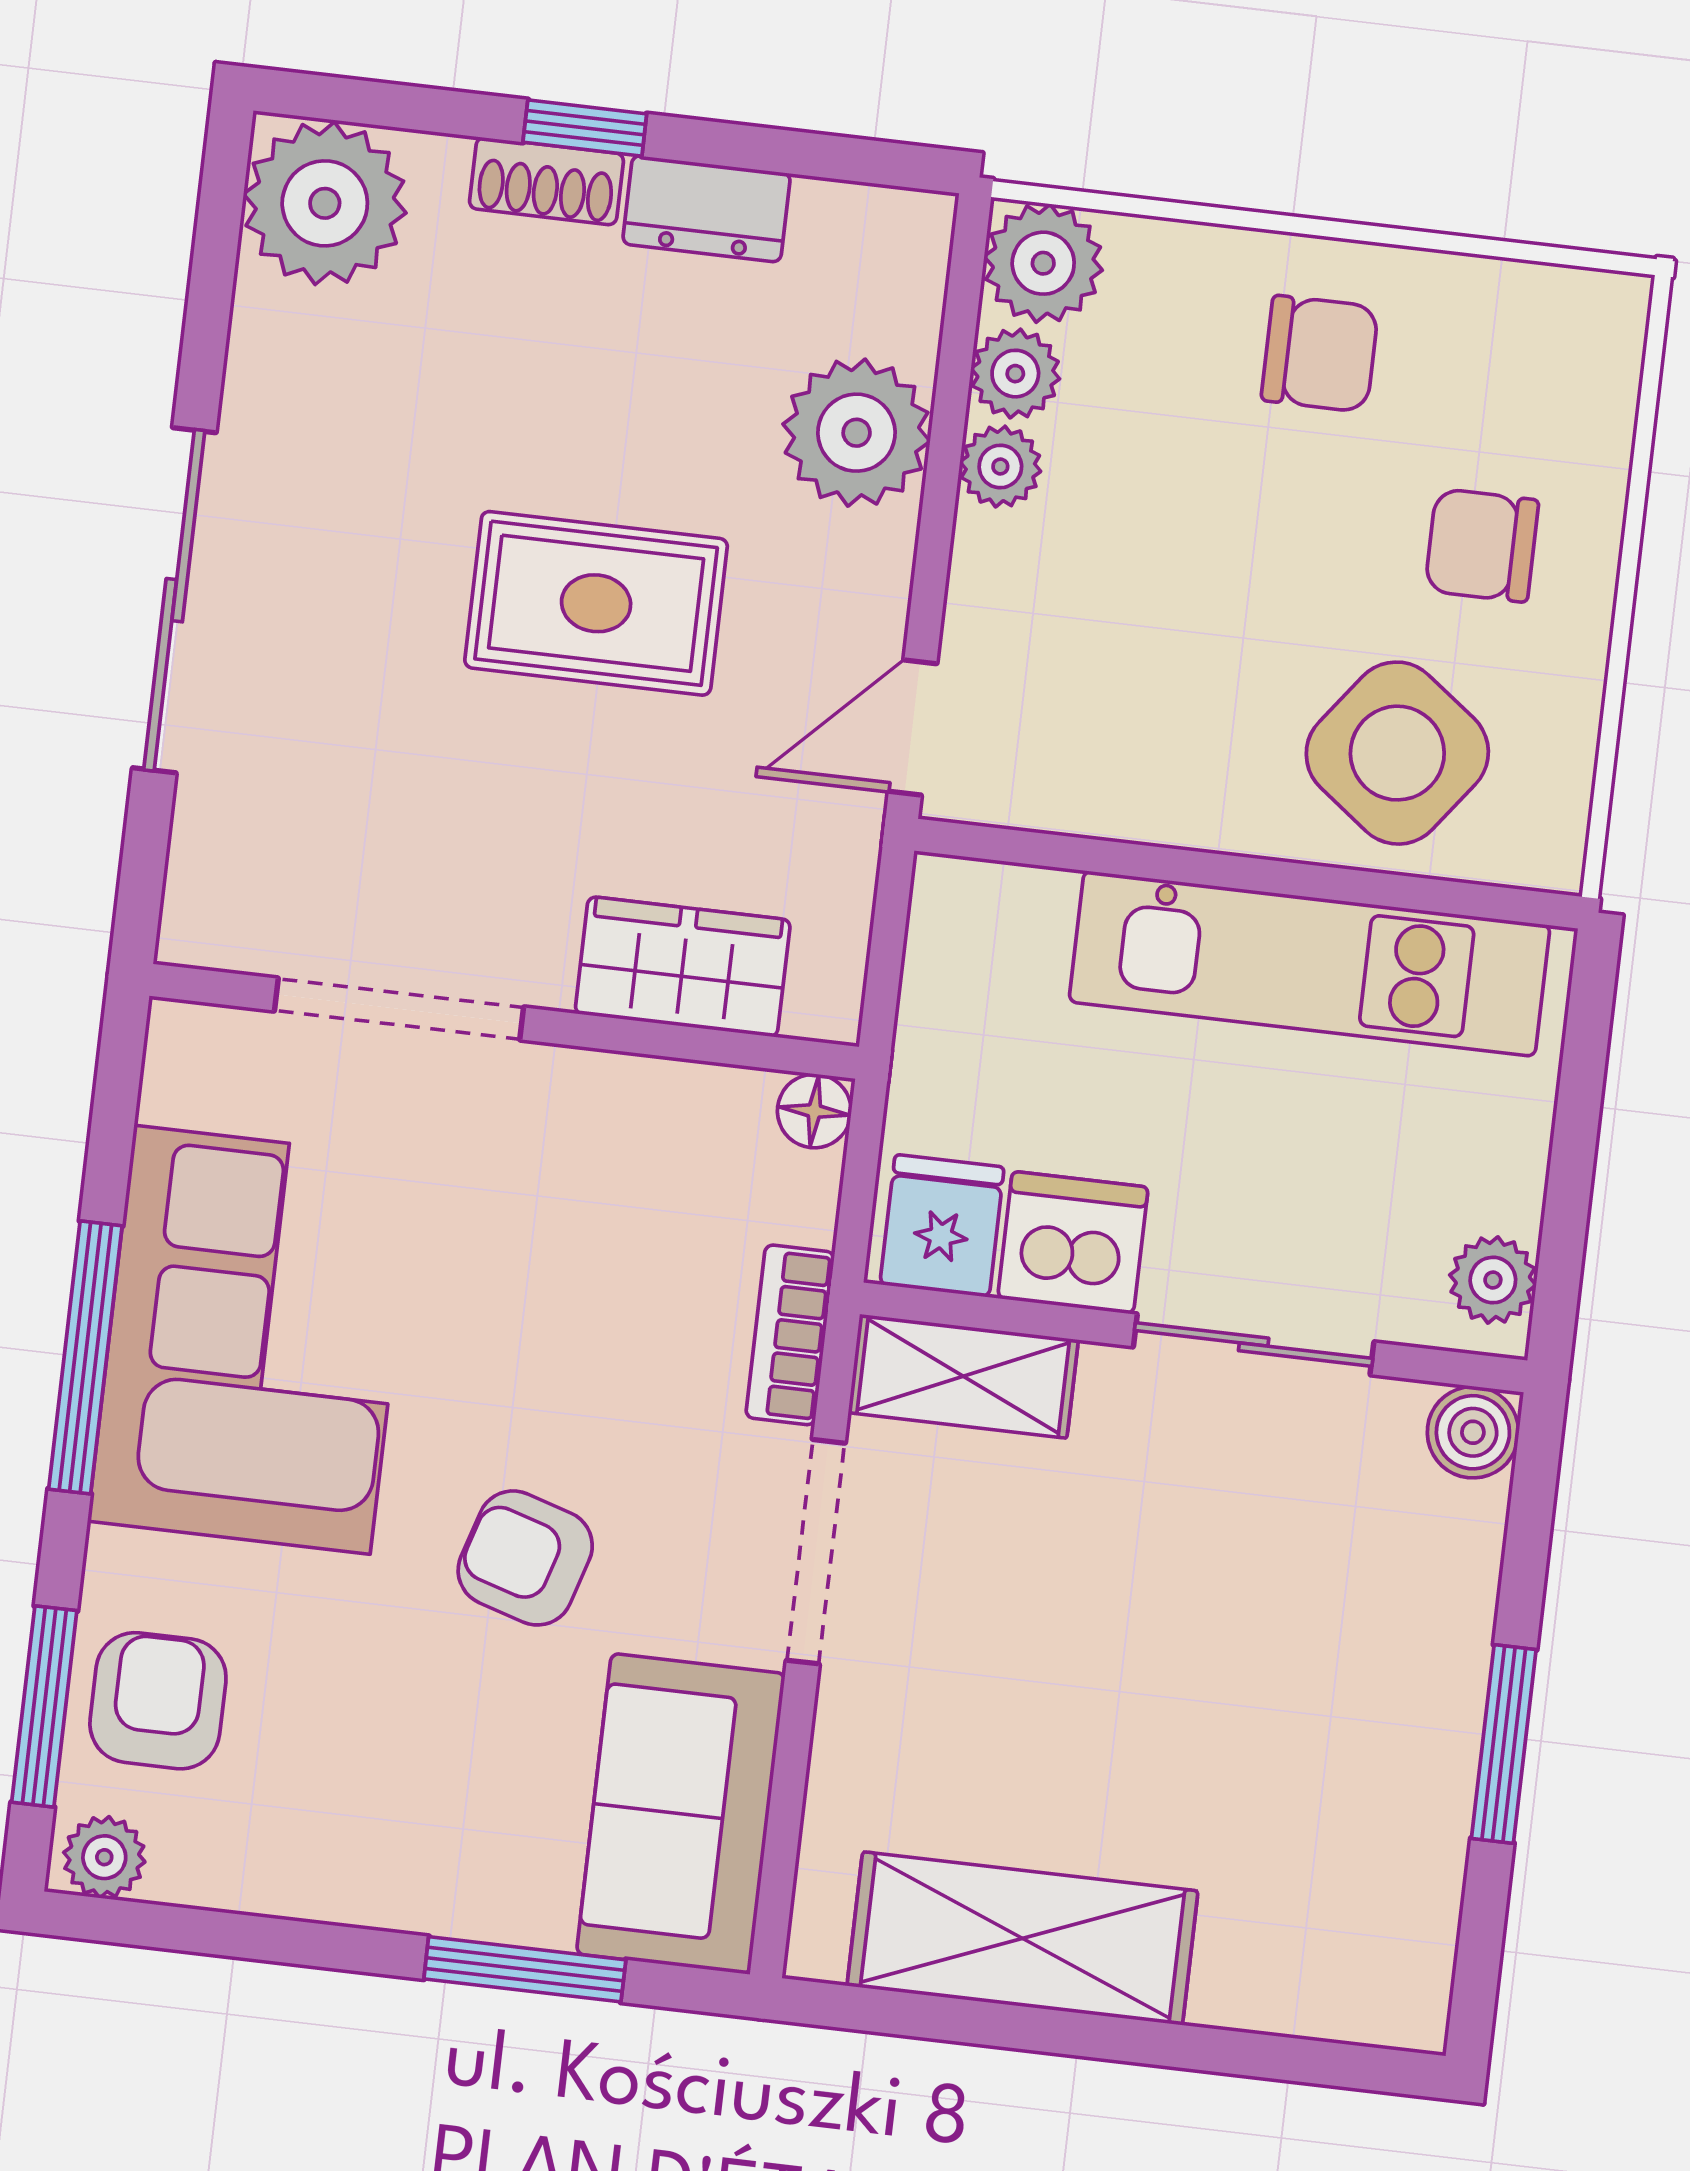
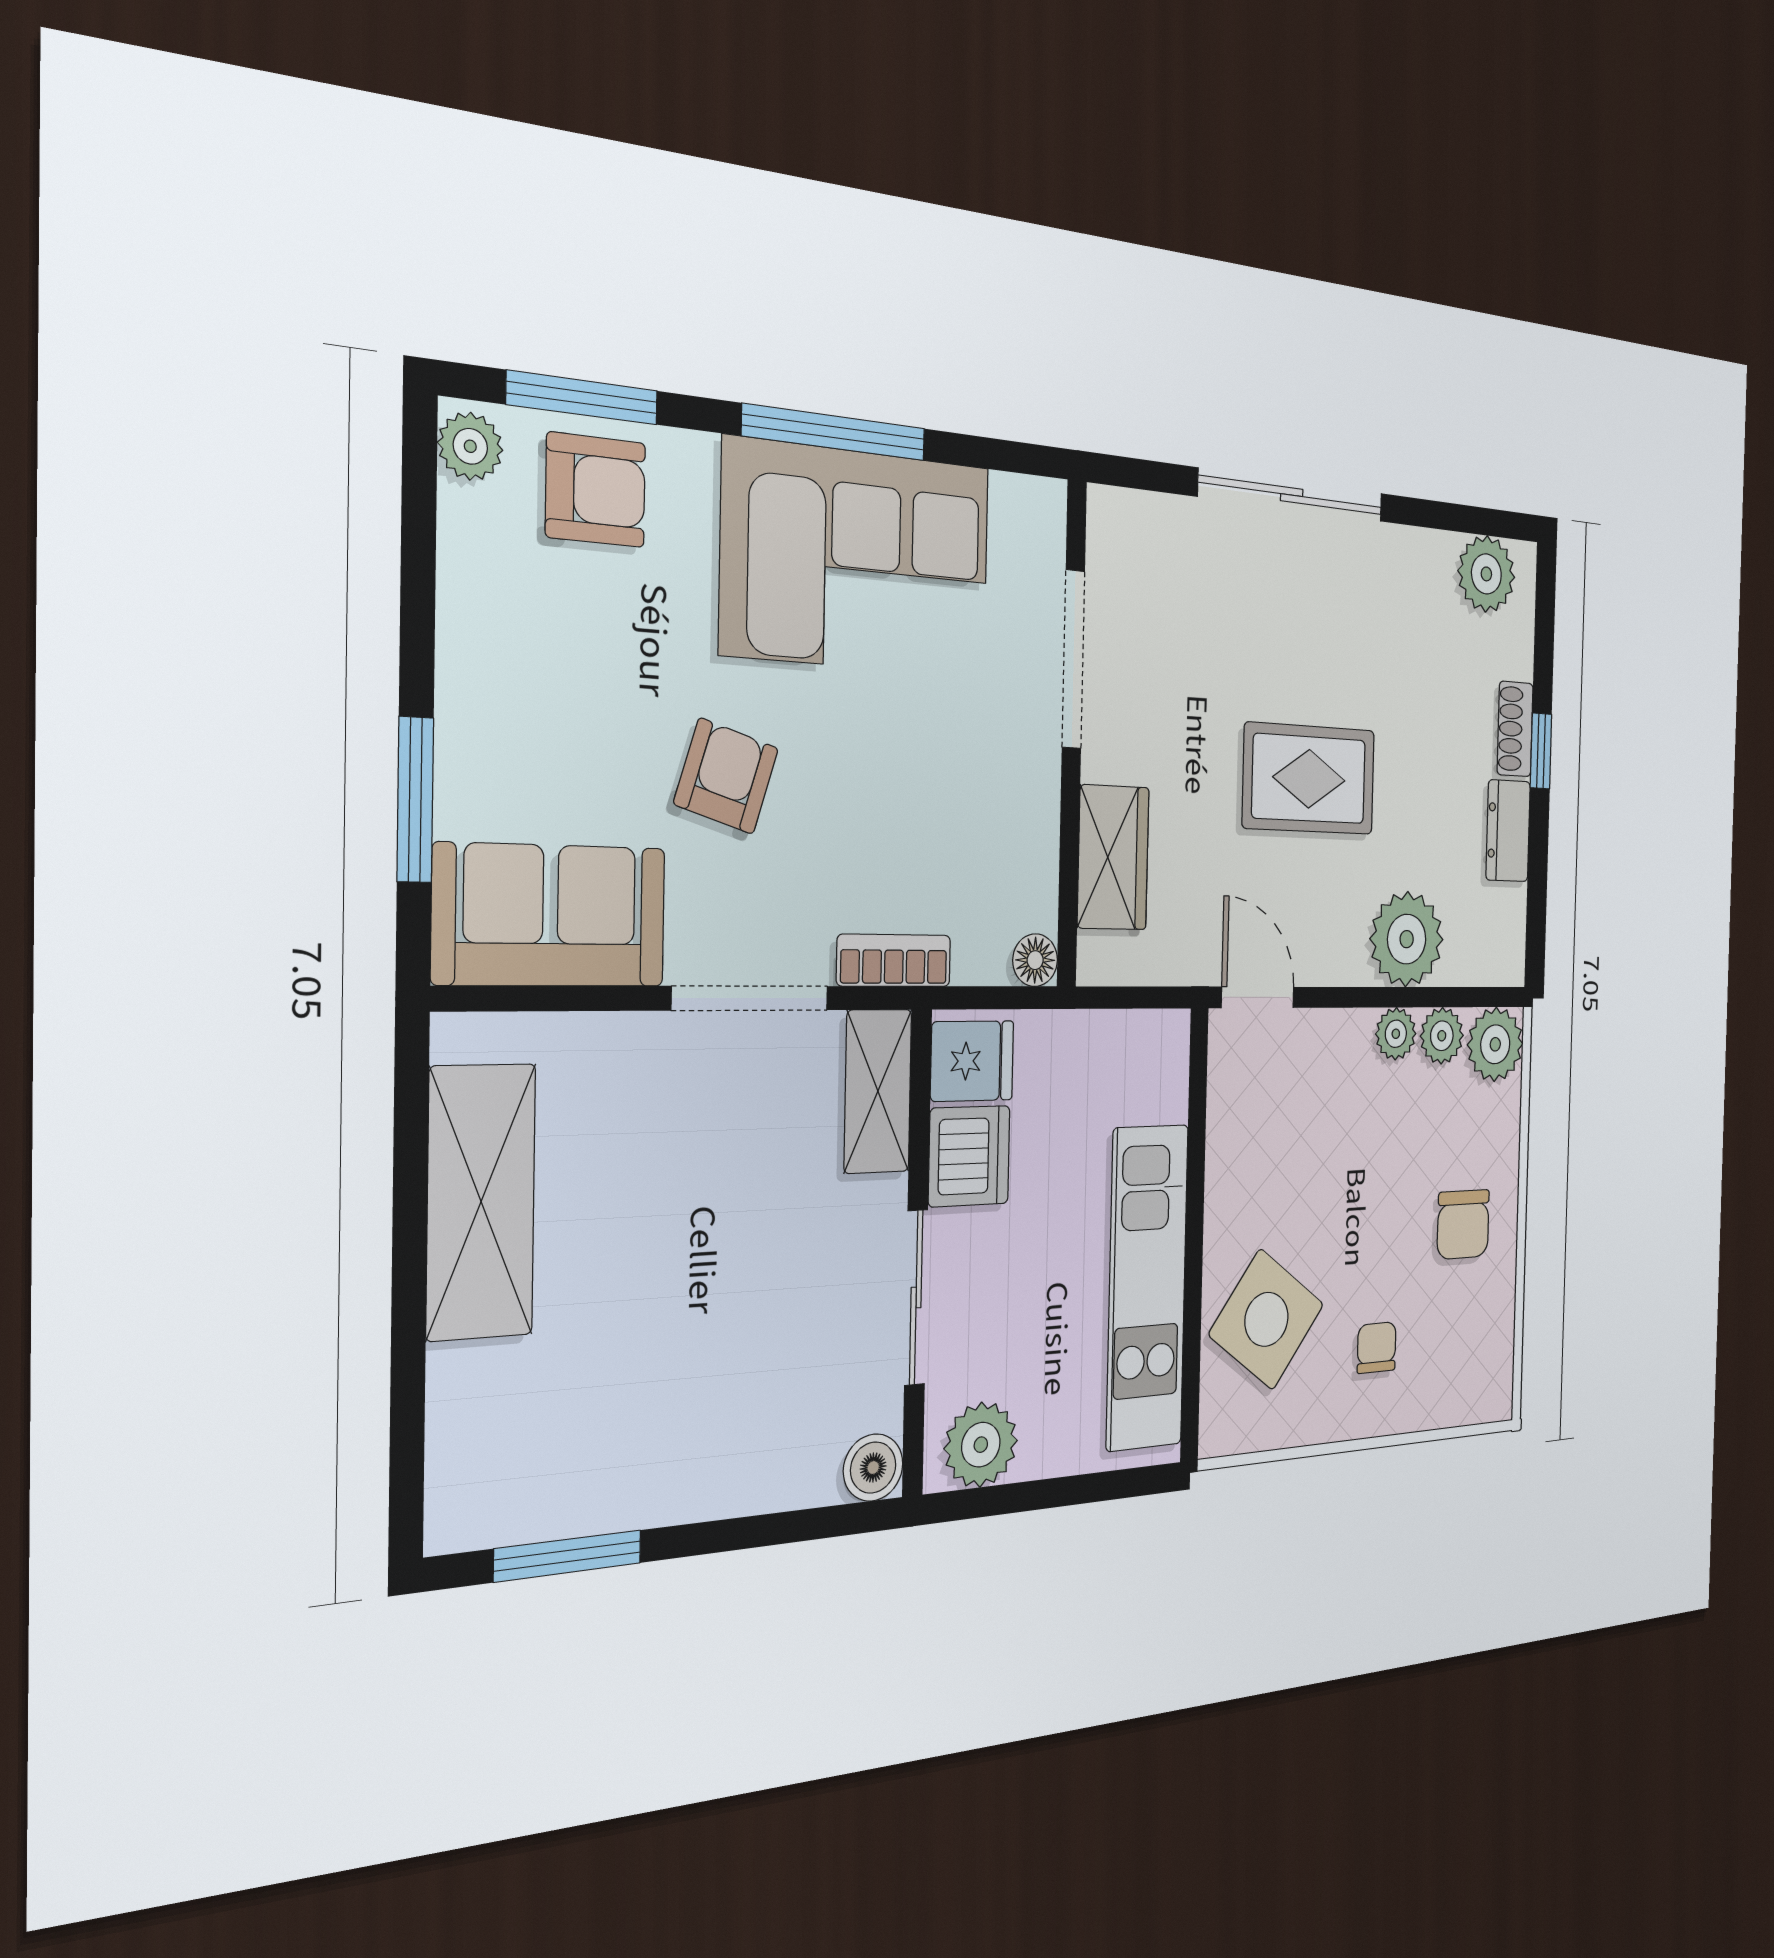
plant: (325, 203) -> (1486, 574), width x0.73, depth x0.73
chair: (1482, 545) -> (1377, 1348), width x0.73, depth x0.73
rug: (596, 603) -> (1309, 779), turned 90
plant: (1493, 1280) -> (981, 1445), width x1.38, depth x1.38
window: (1504, 1744) -> (568, 1556), moved

